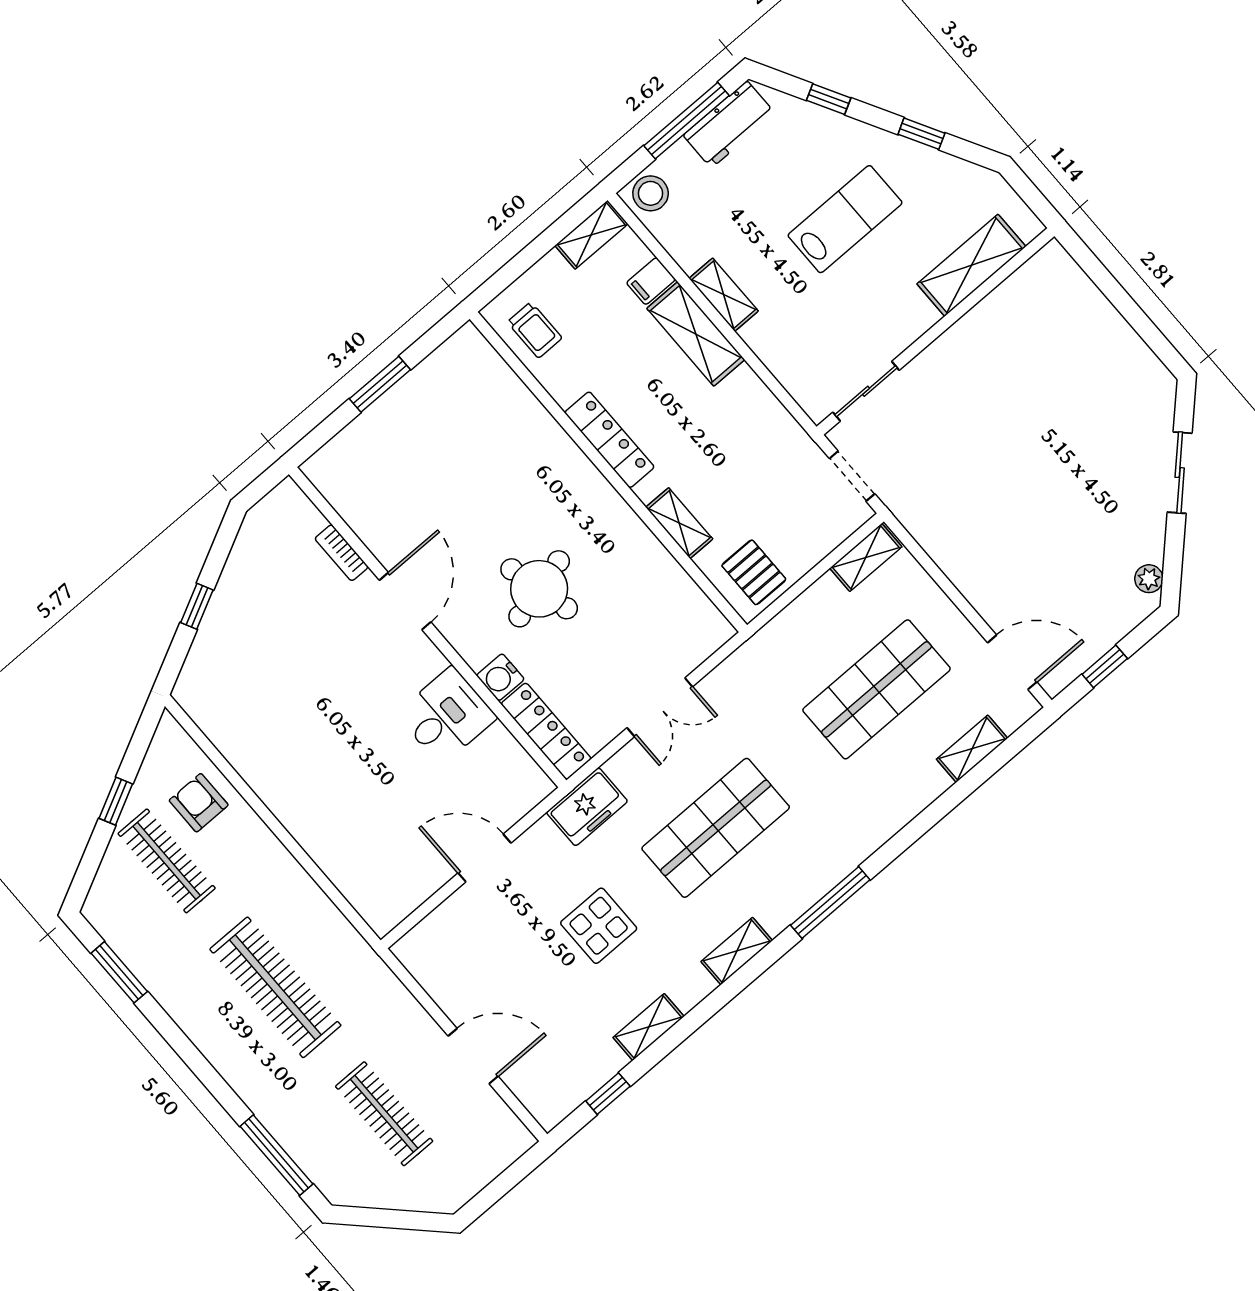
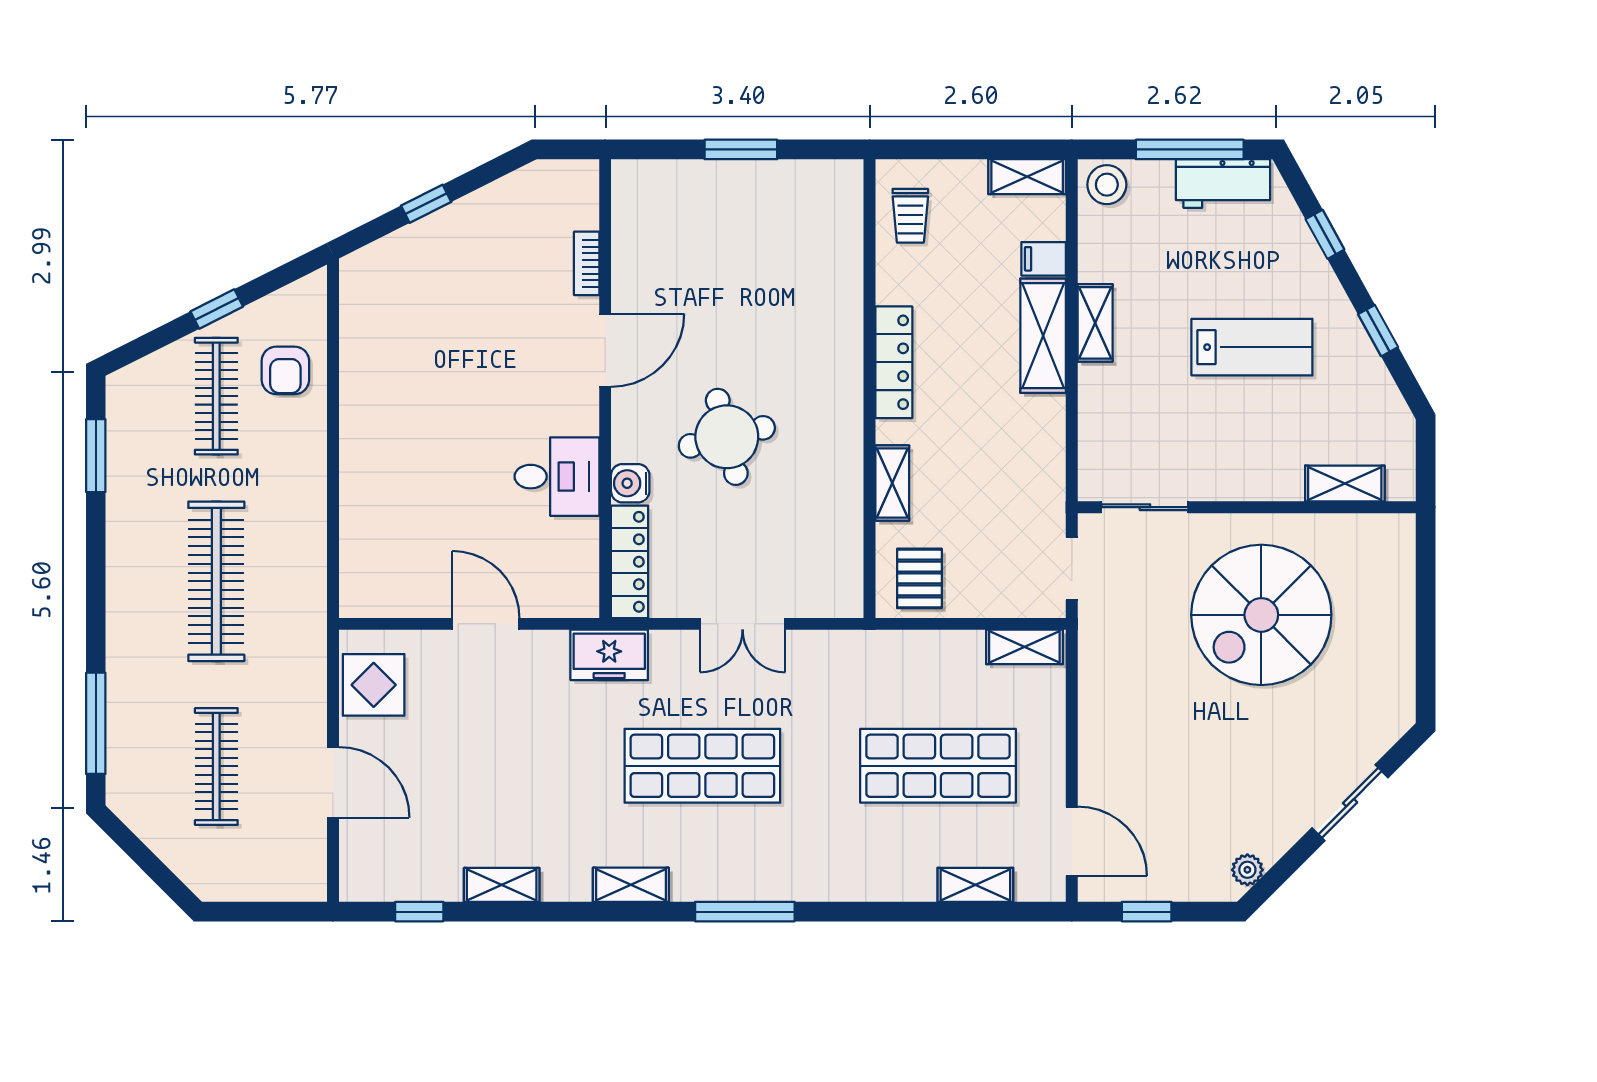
shelving: (971, 265) -> (1345, 483), width x0.67, depth x0.75
spiral stairs: (1009, 396) -> (1261, 615), added
armchair: (199, 803) -> (285, 370), turned 180
display table: (599, 926) -> (374, 685), moved

